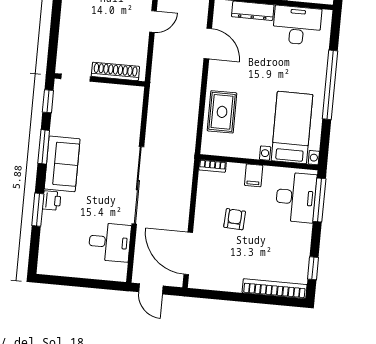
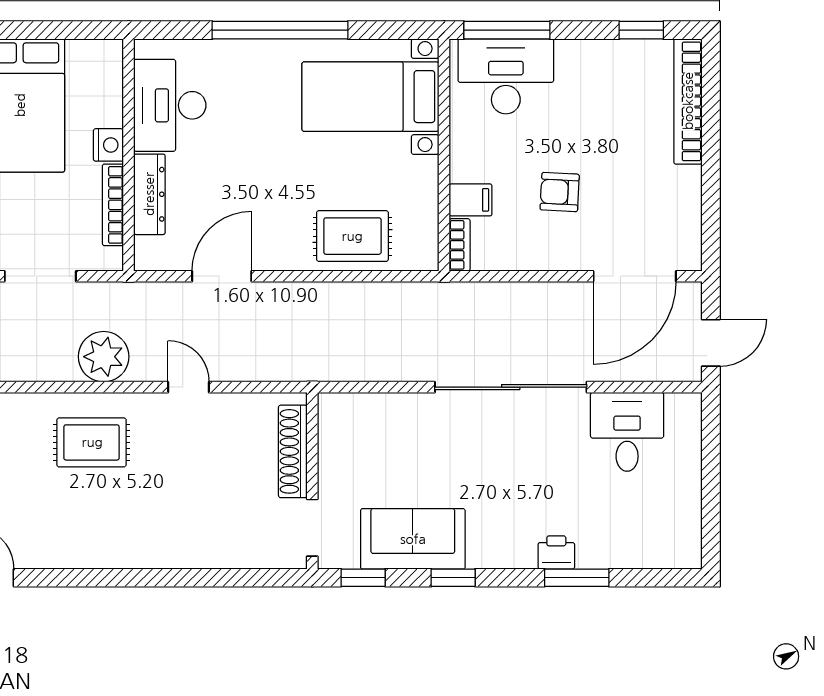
window: (44, 147) -> (453, 578), width x0.67
sofa: (62, 164) -> (413, 539), moved
filing cabinet: (254, 175) -> (471, 200), moved

